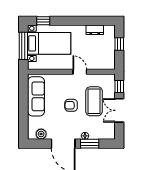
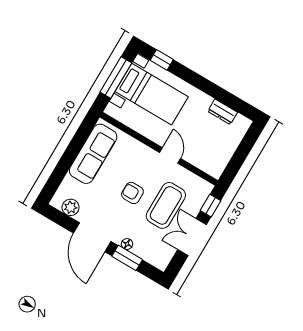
window: (119, 44) -> (244, 150), removed

